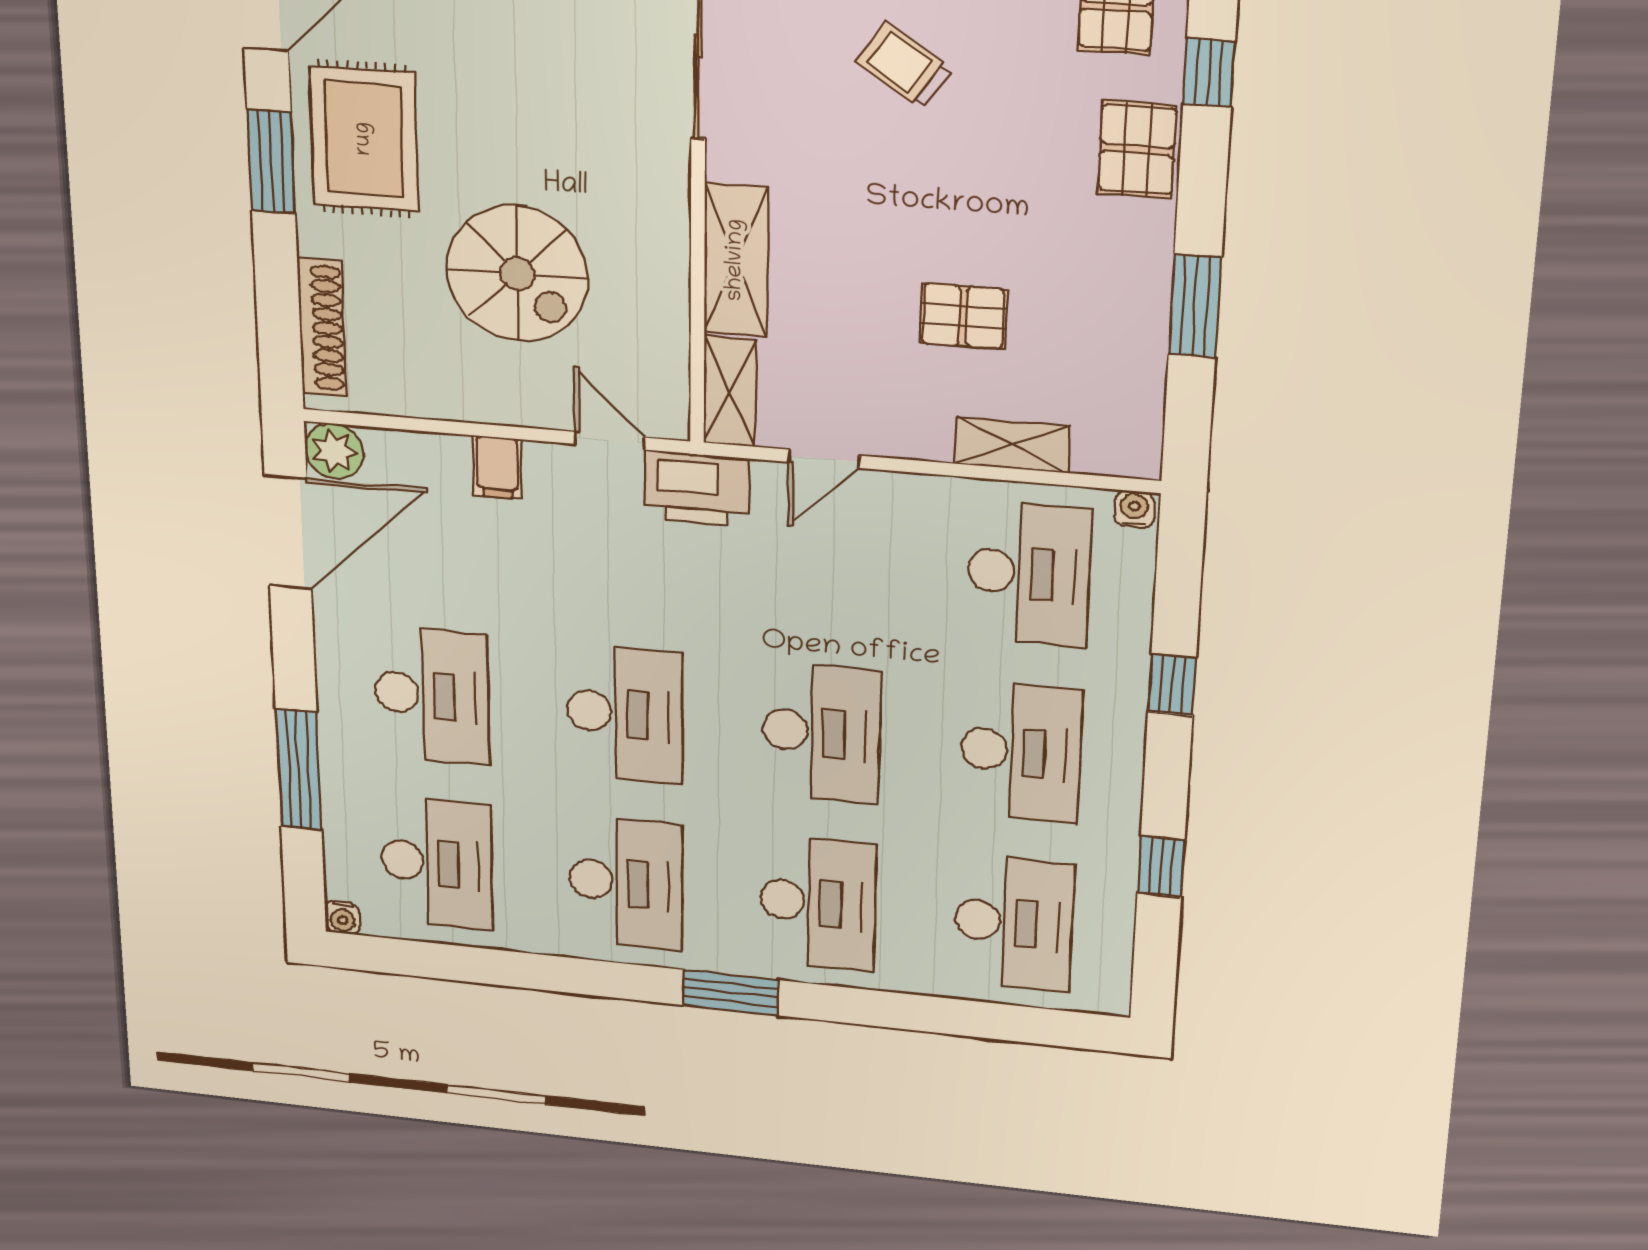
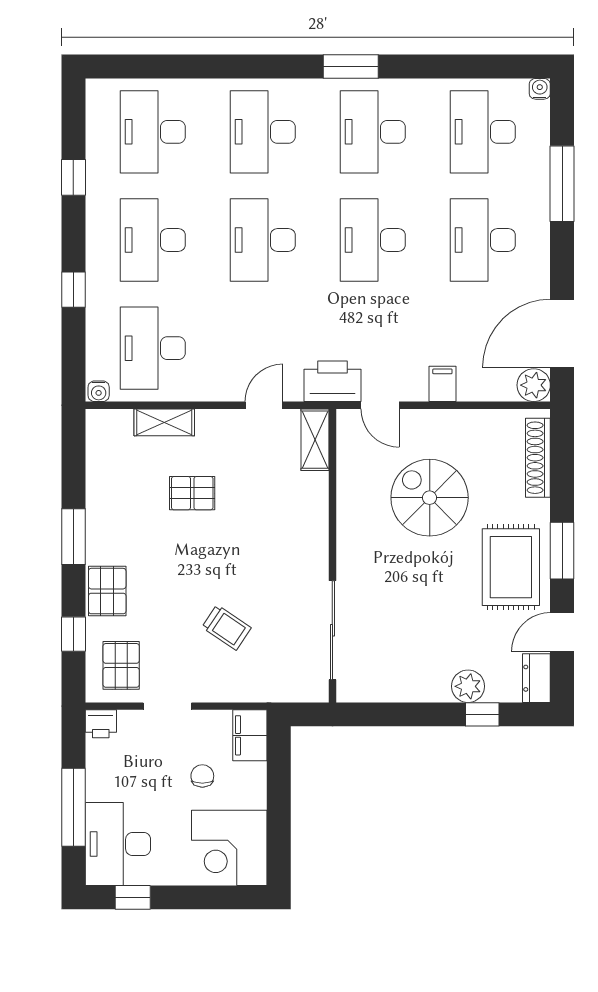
shelving: (736, 260) -> (312, 515), removed
window: (1195, 306) -> (73, 537), moved
window: (731, 993) -> (351, 67), moved

